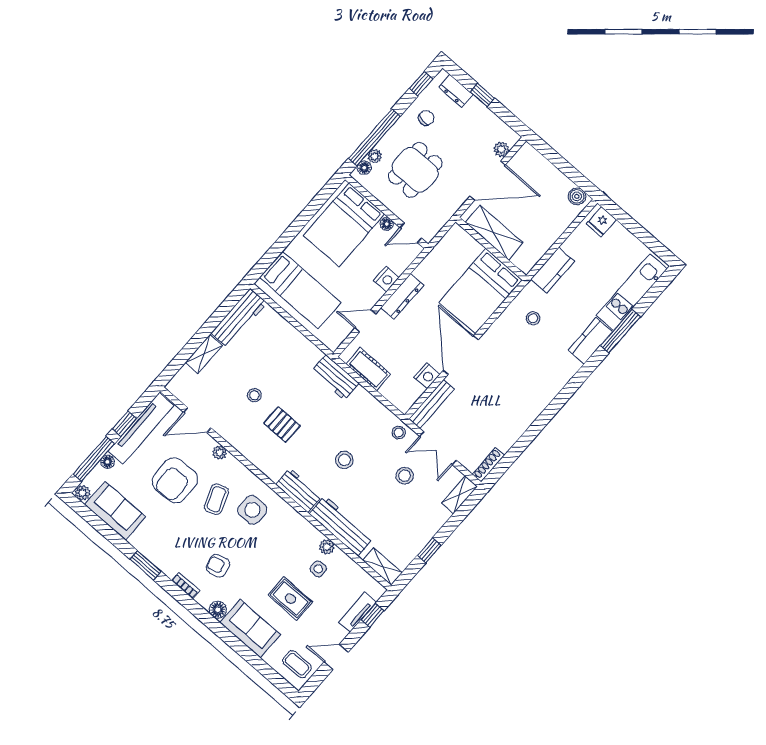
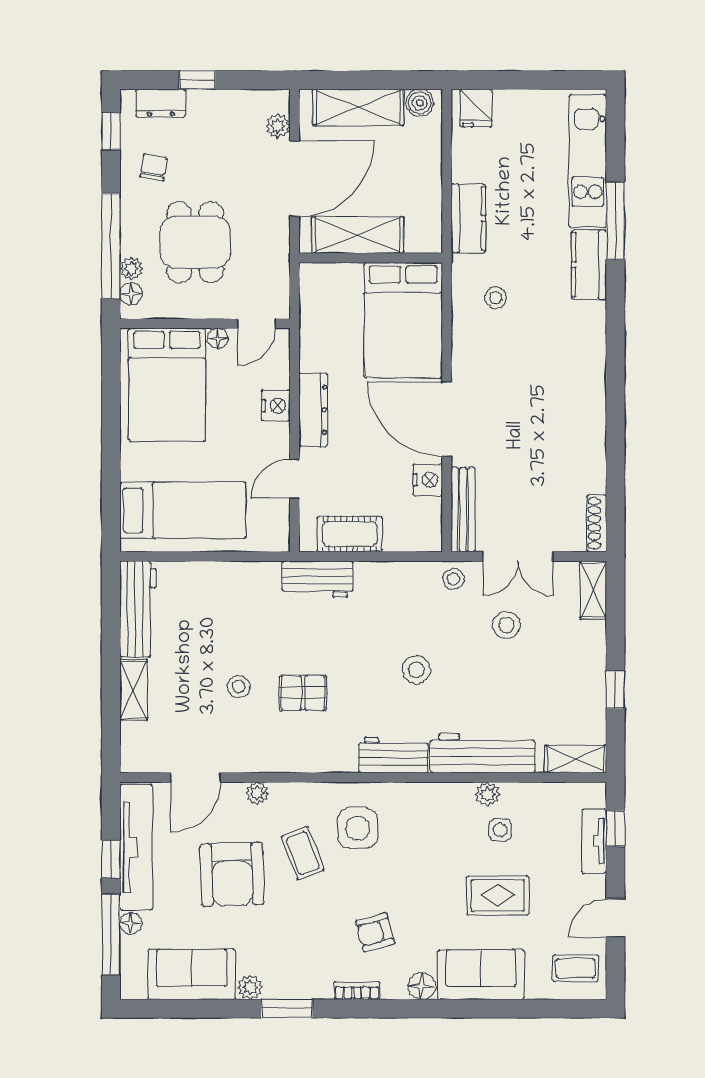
shelving: (546, 173) -> (358, 107), added
plant: (83, 493) -> (250, 987), moved

